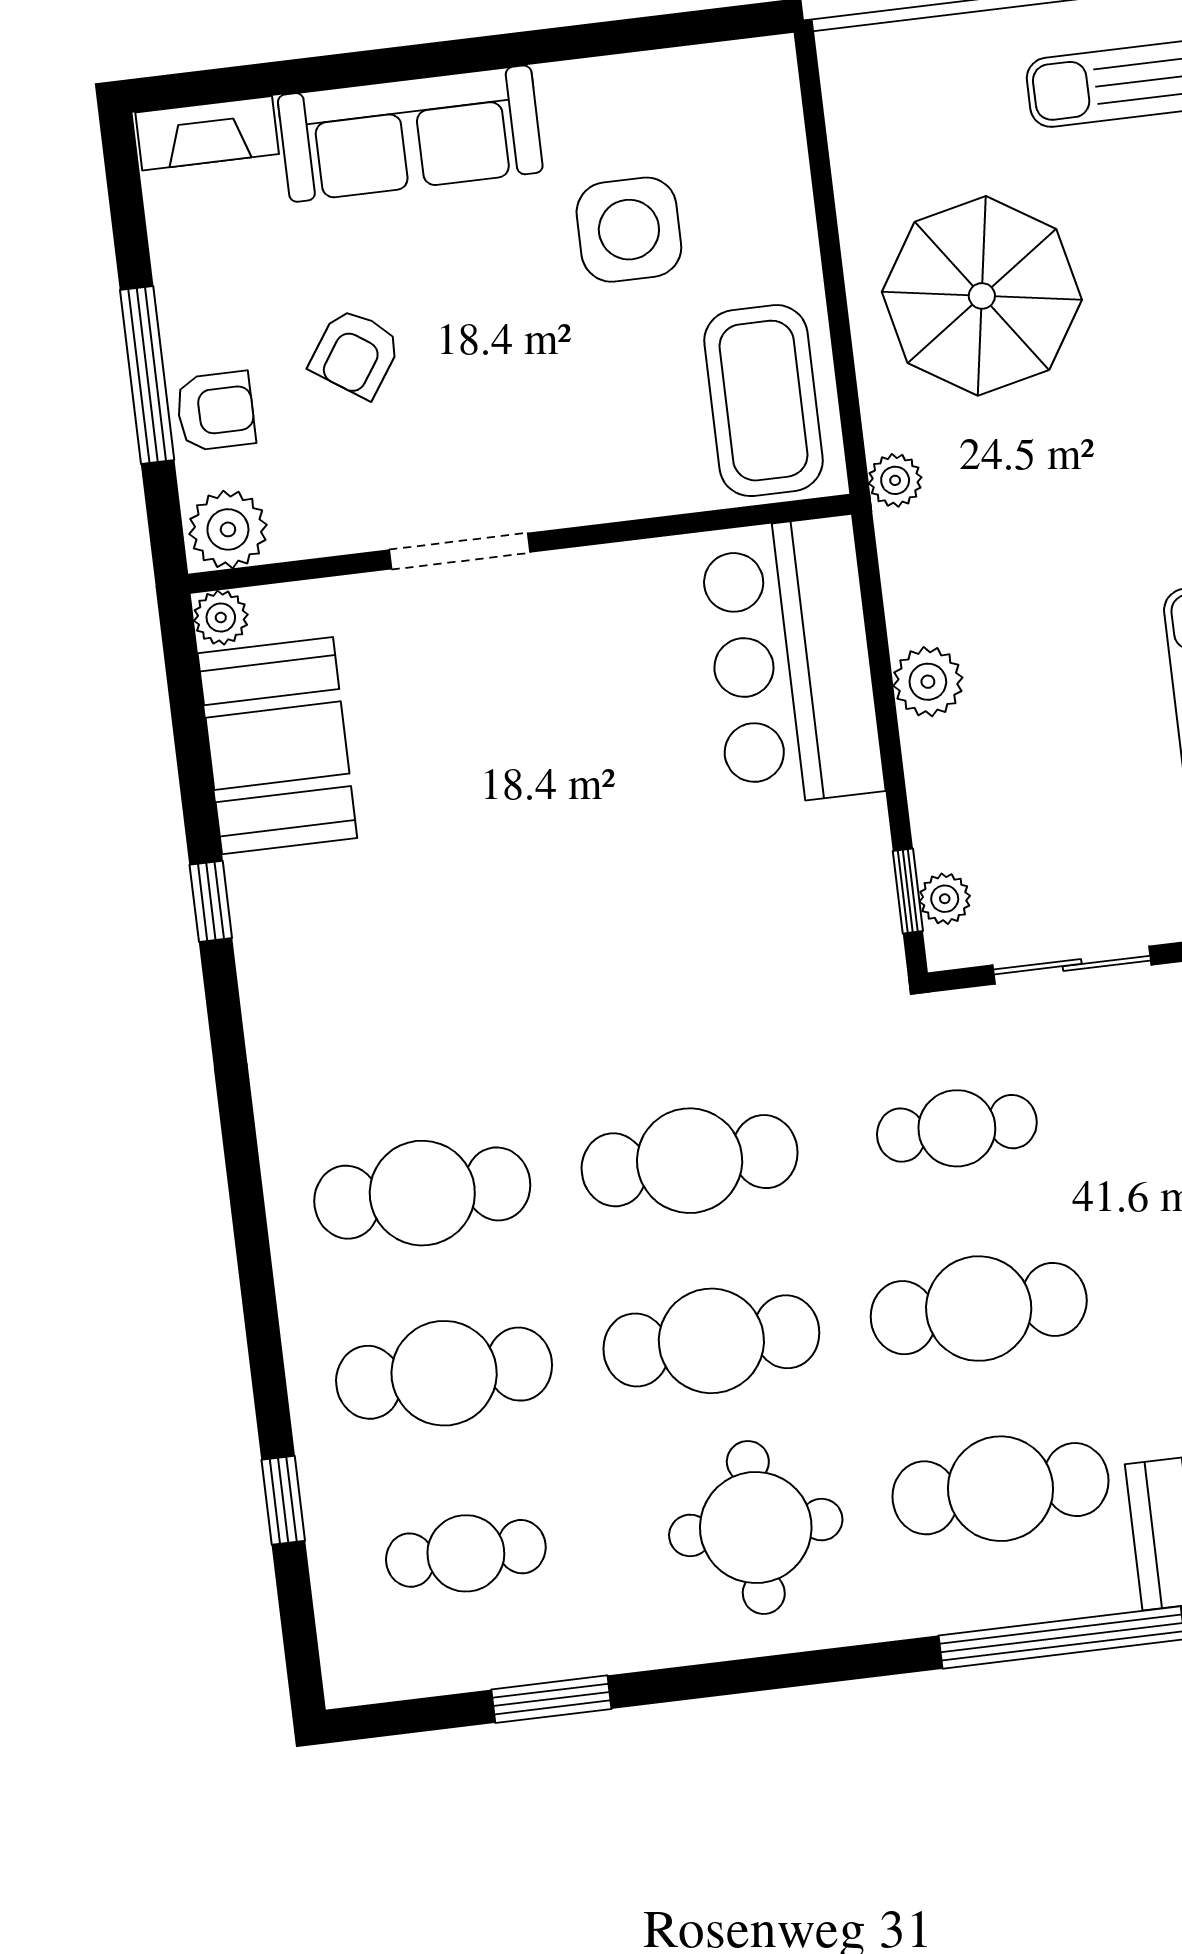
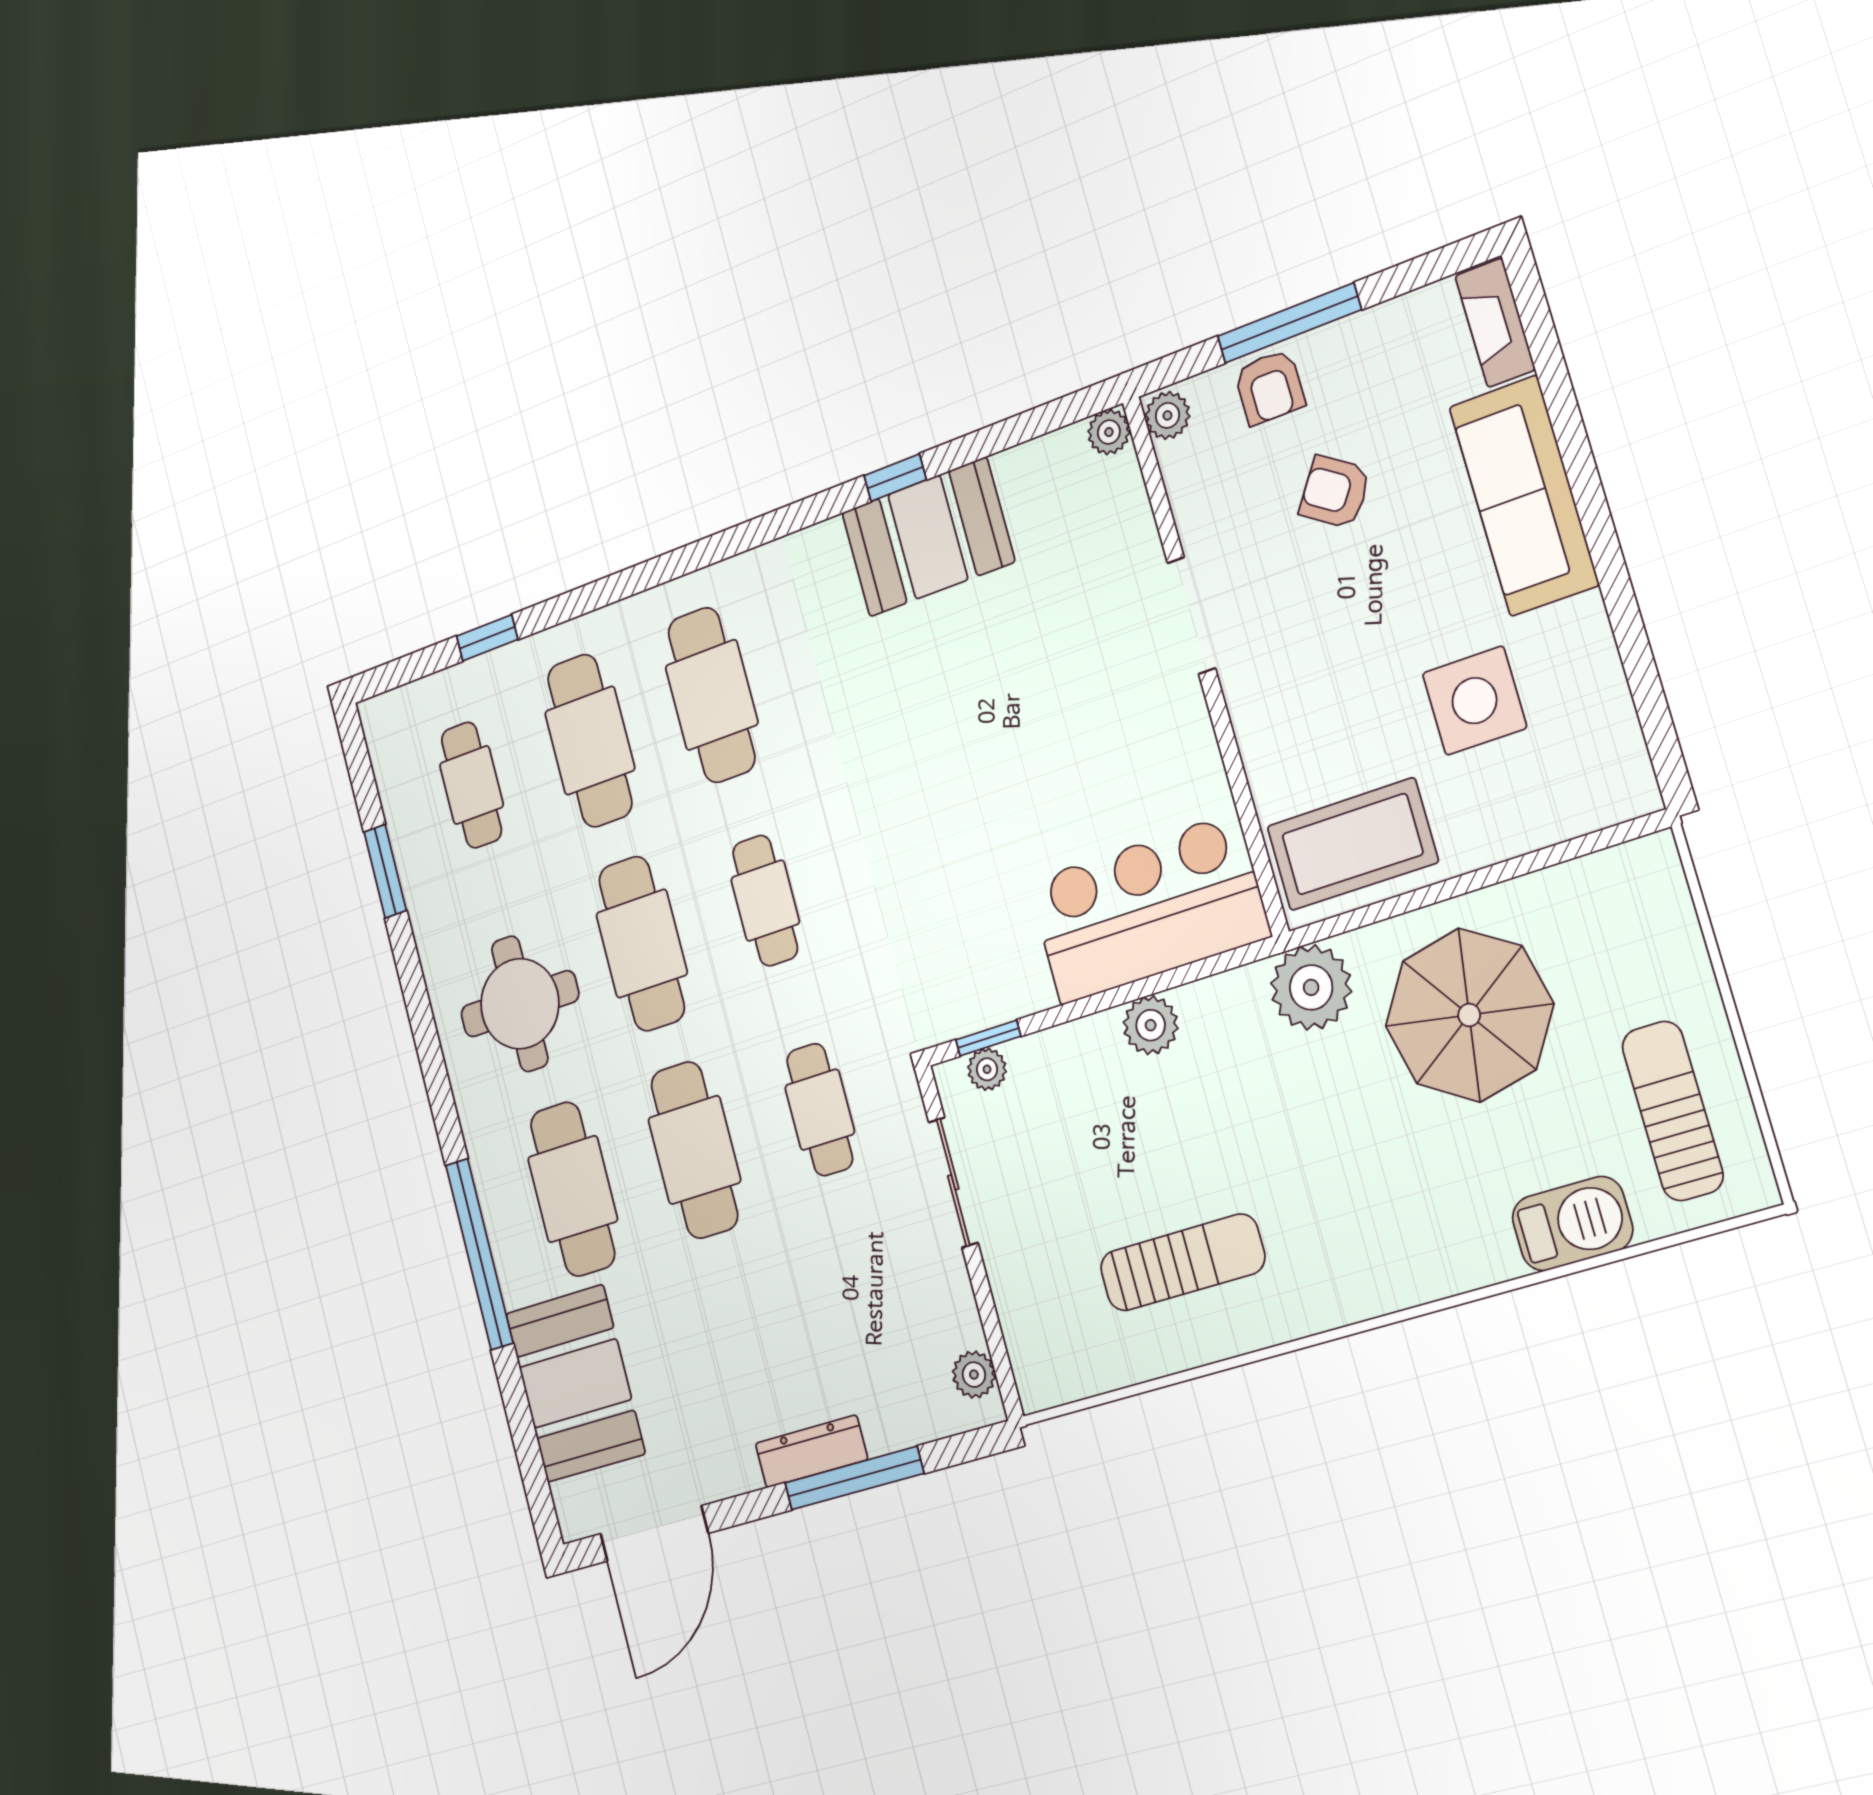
plant: (895, 480) -> (1311, 987), width x1.88, depth x1.88
plant: (228, 529) -> (1167, 415), width x0.73, depth x0.73
booth: (277, 746) -> (928, 537), moved
cafe table: (690, 1161) -> (765, 901), width x0.73, depth x0.74

